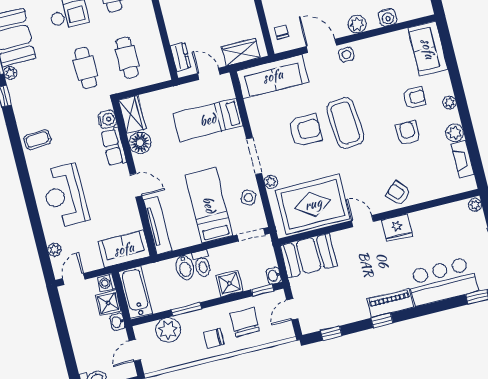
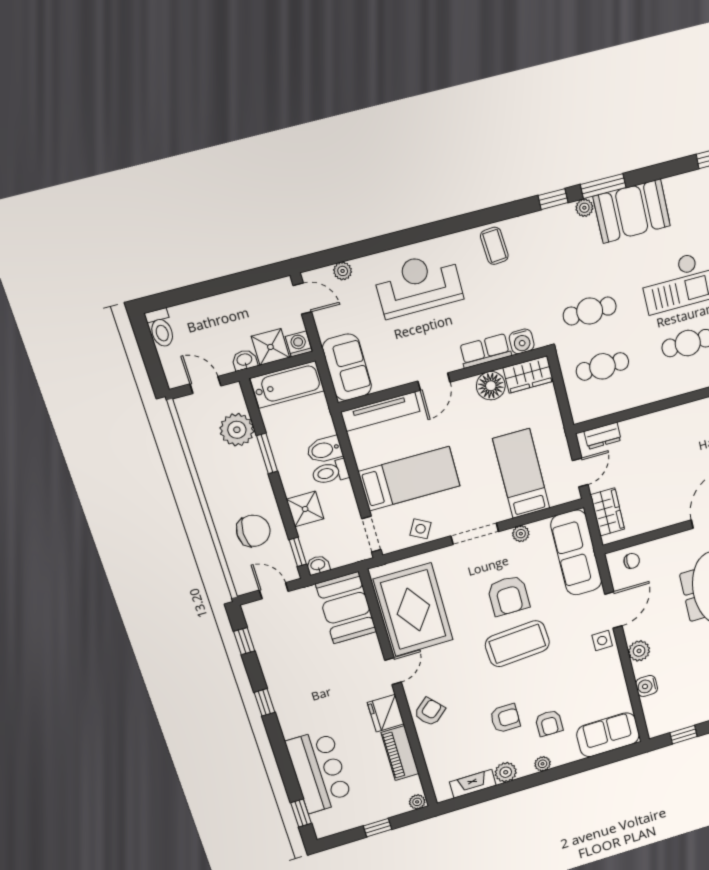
plant: (271, 182) -> (521, 534), moved
piano: (390, 303) -> (400, 753), moved, turned 180
chair: (214, 338) -> (229, 491), removed

